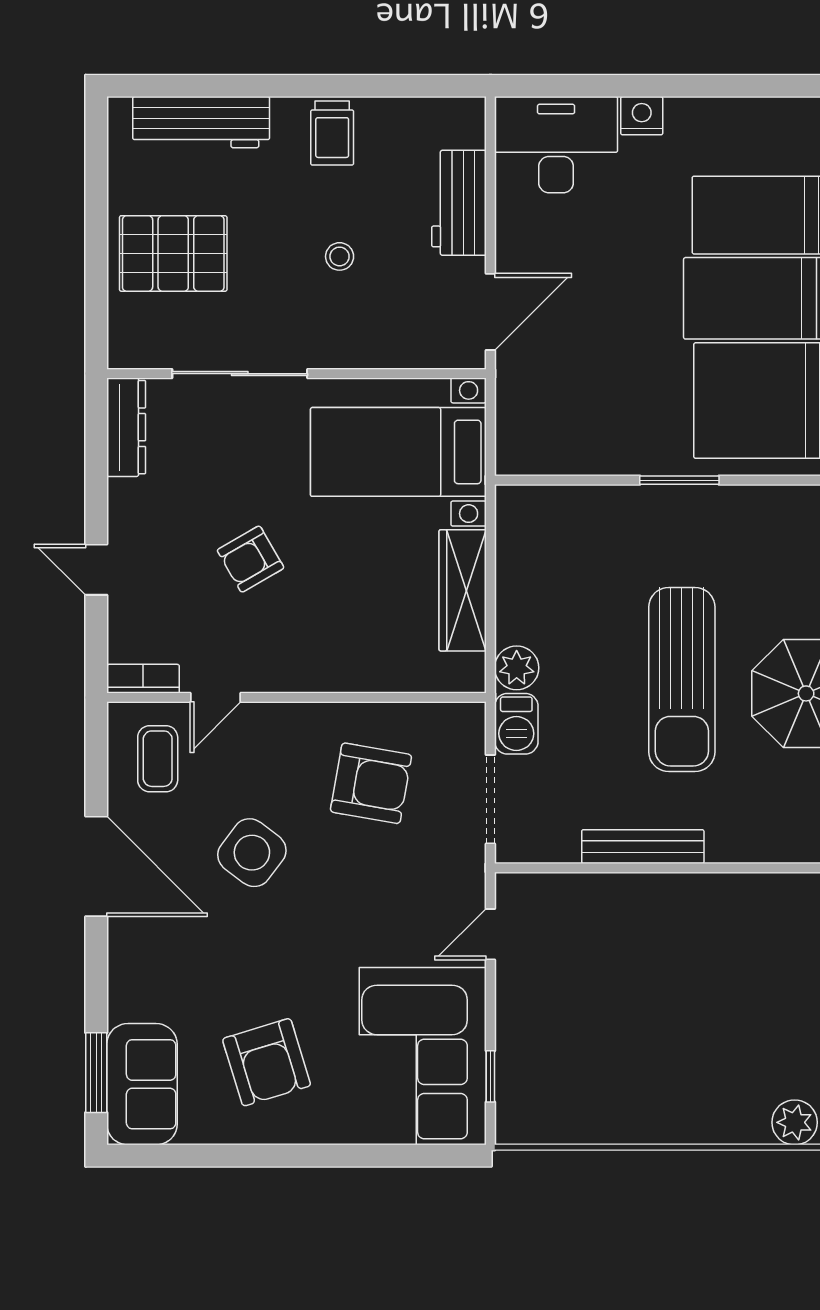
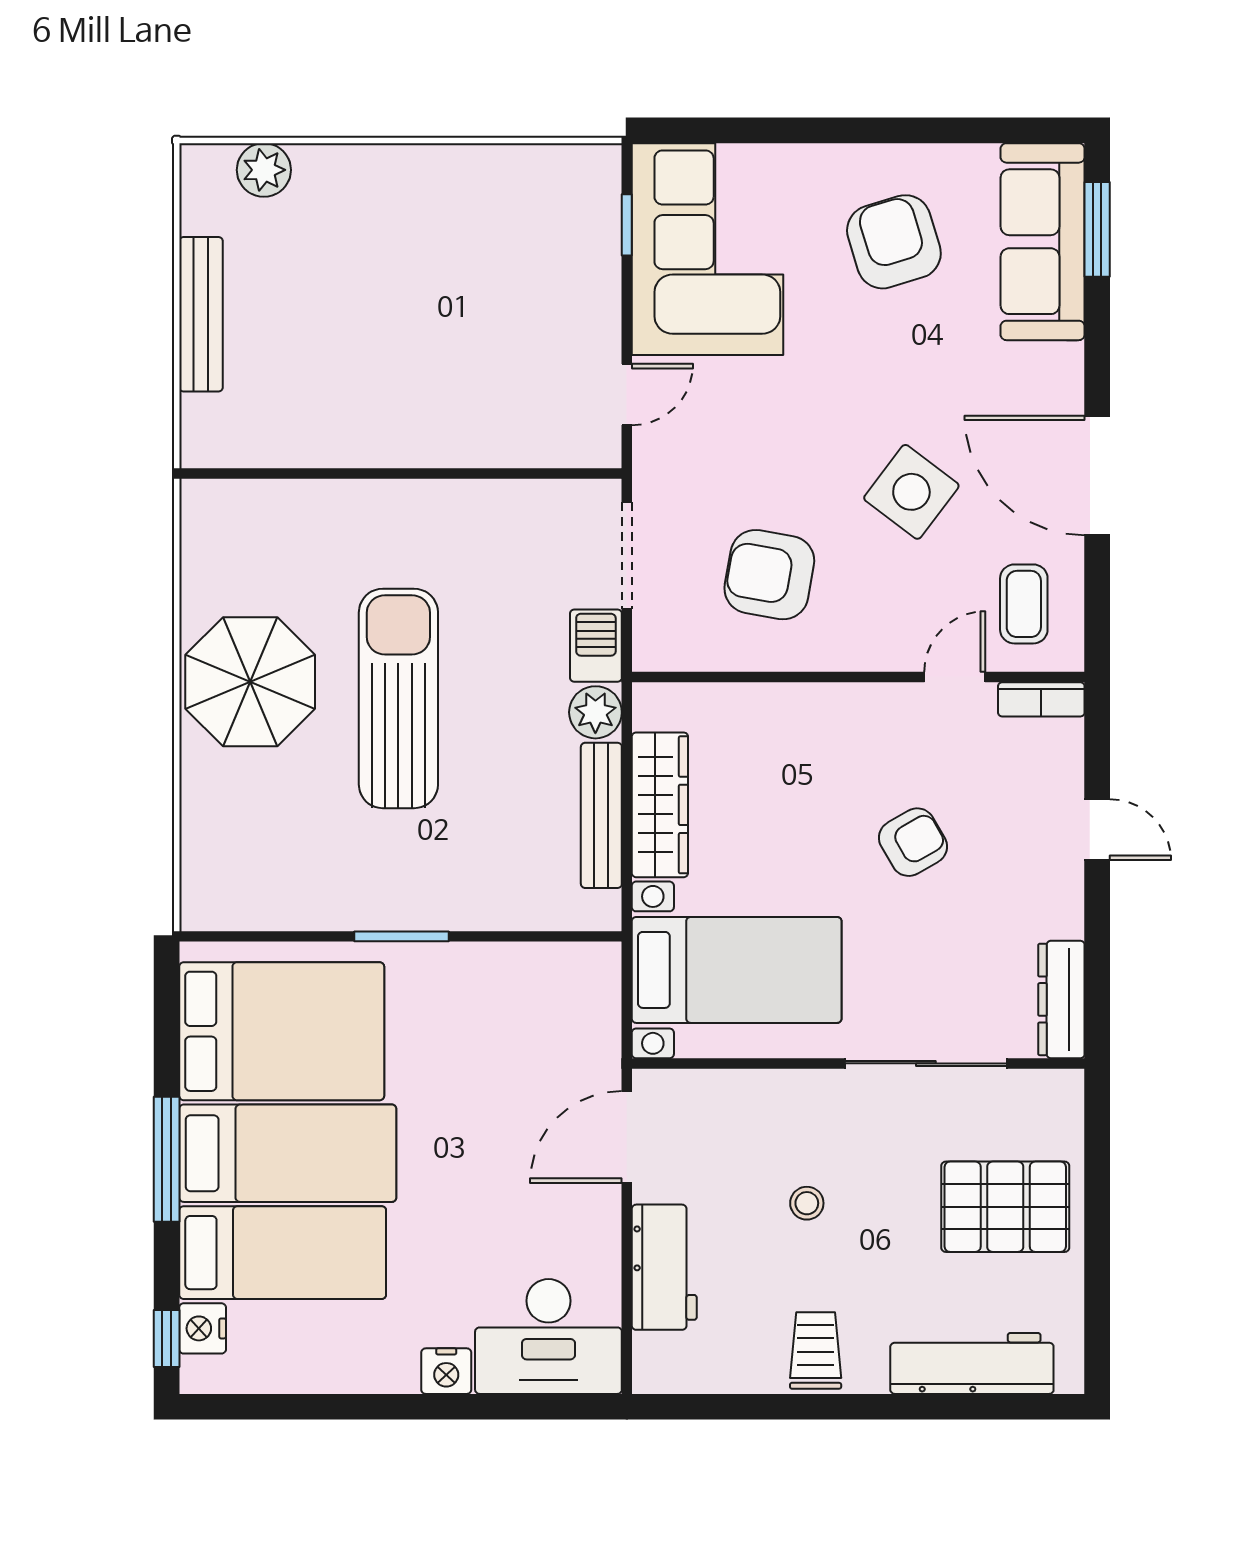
bench: (643, 847) -> (601, 815), moved, turned 90
sofa: (142, 1084) -> (1043, 242), width x1.36

